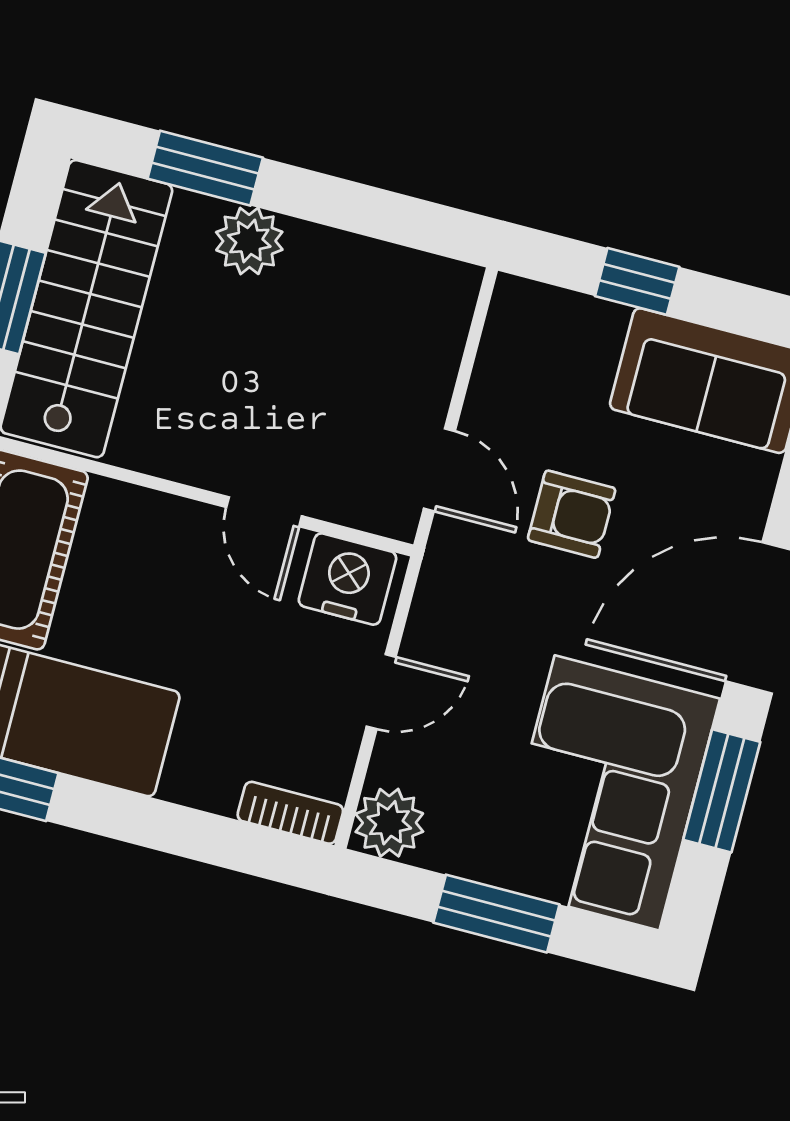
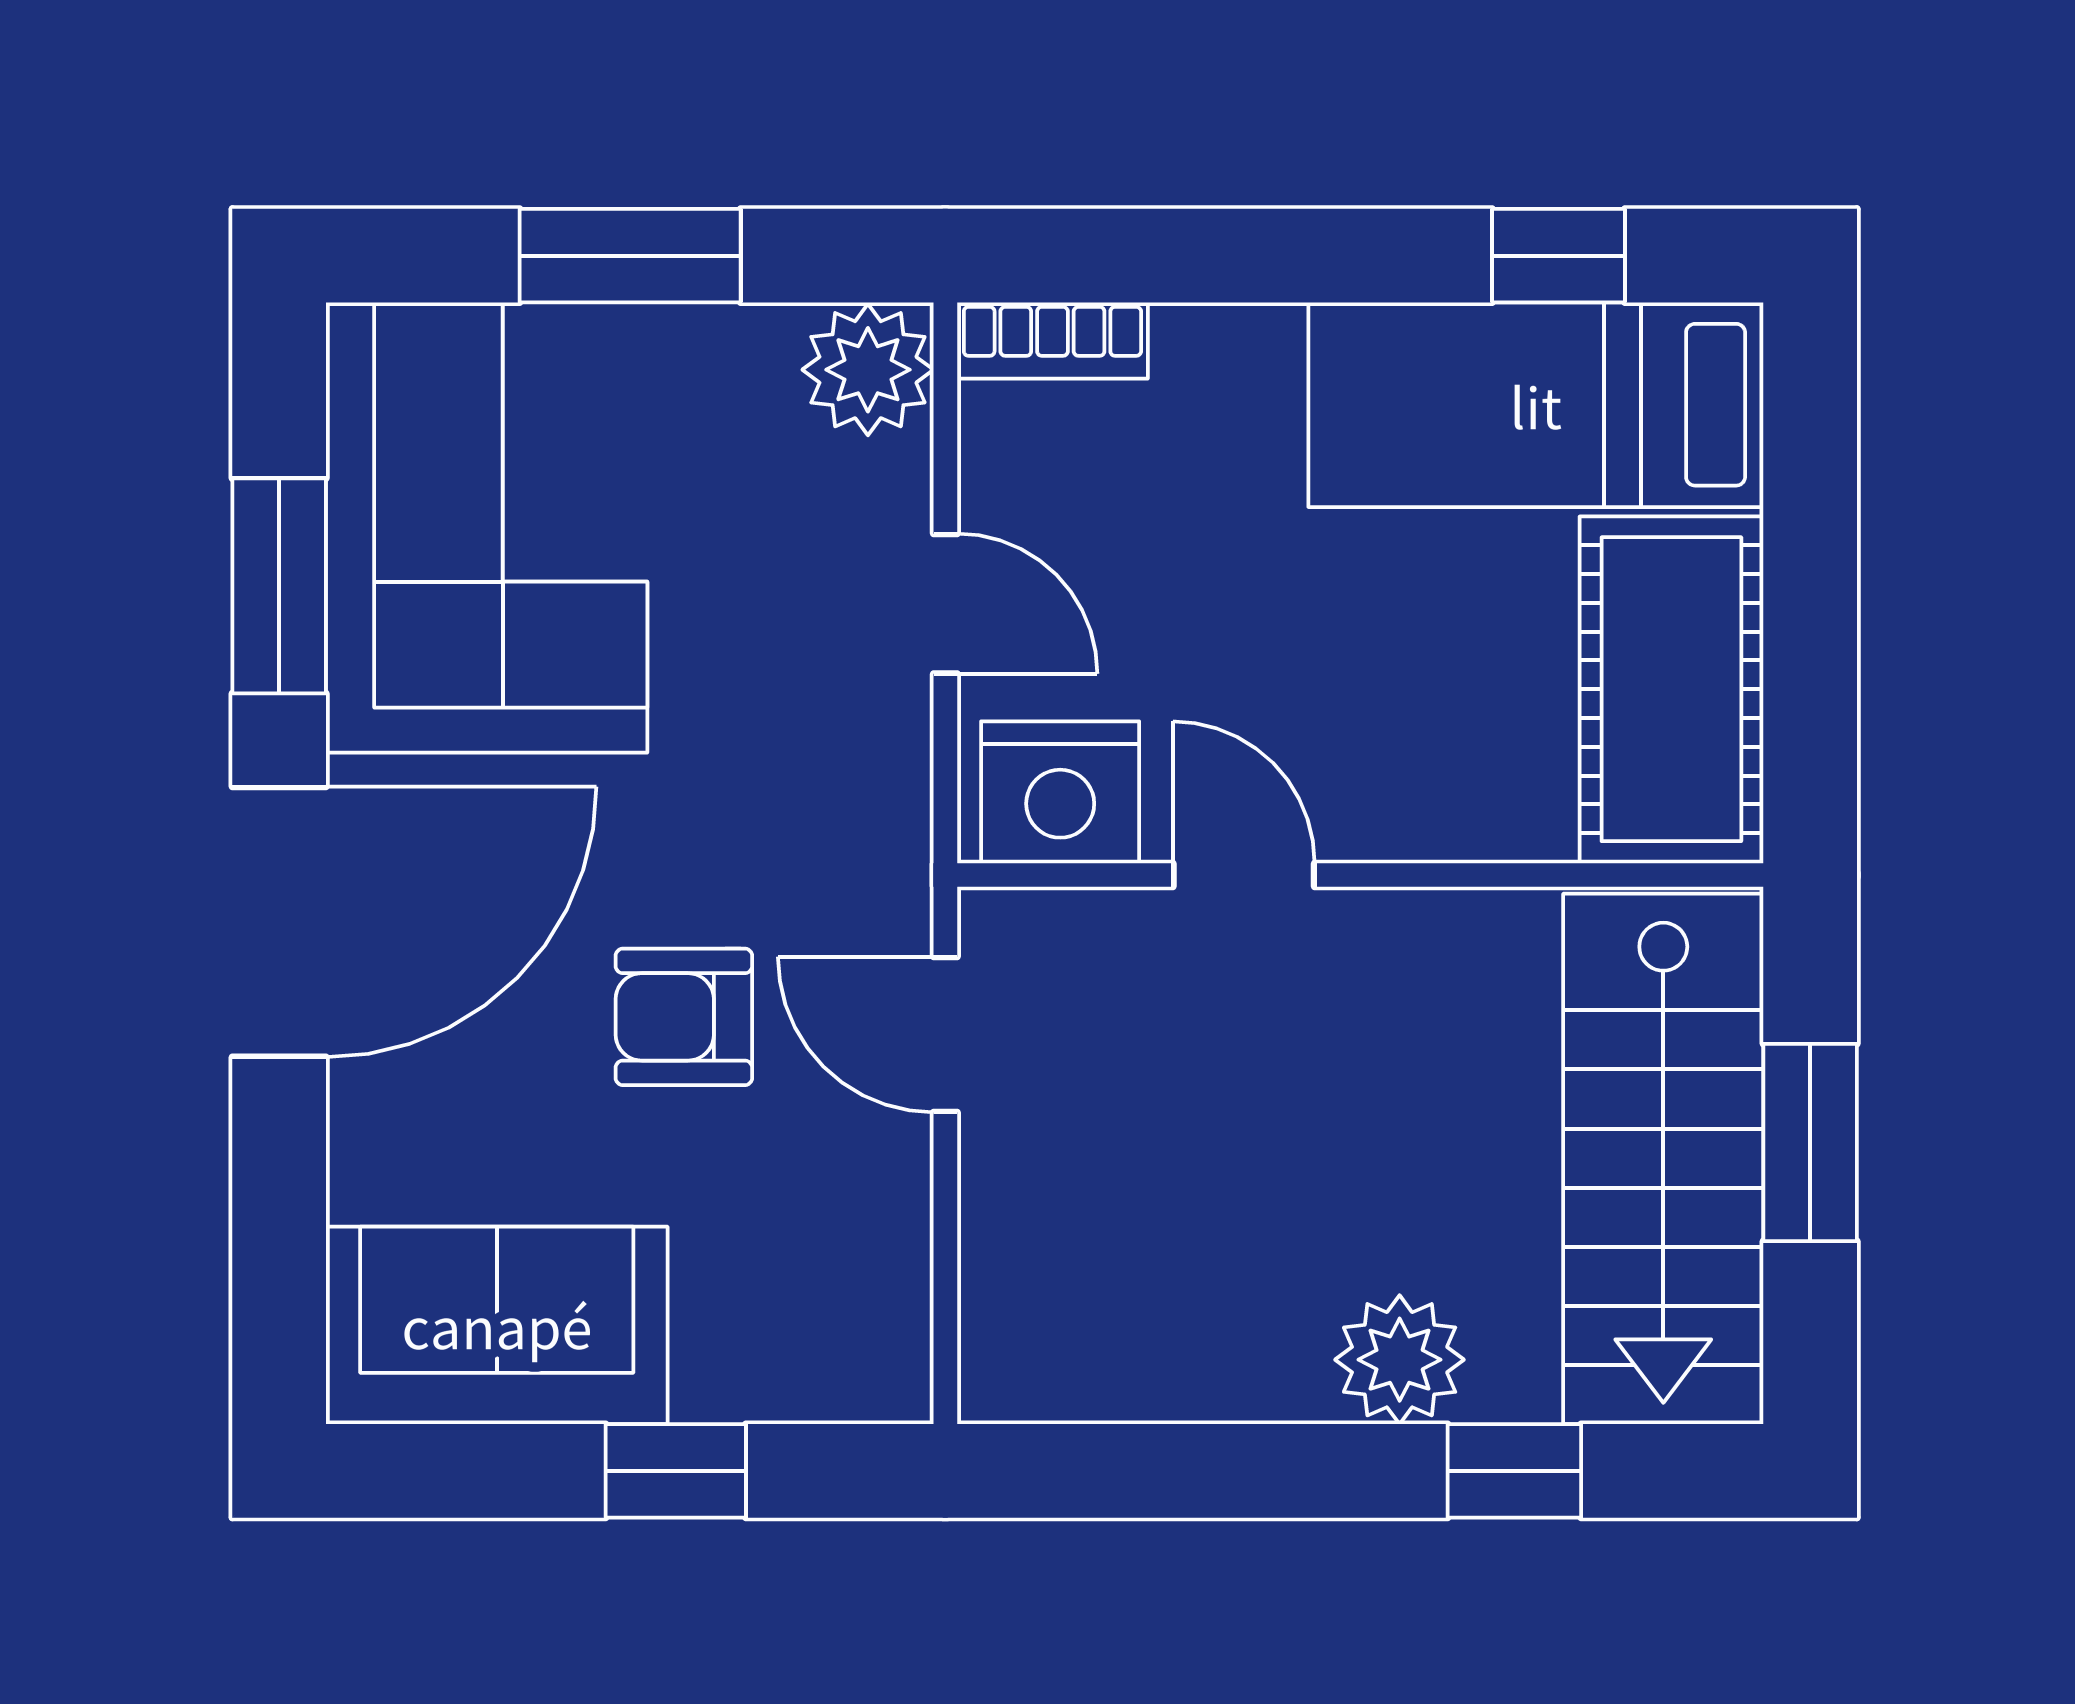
window: (205, 168) -> (1514, 1471), width x0.67
door: (381, 692) -> (945, 604), swing flipped

